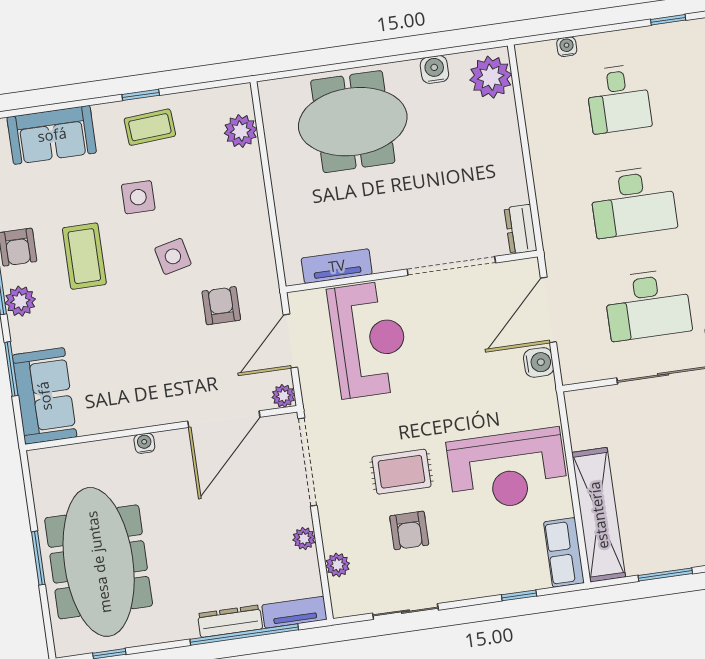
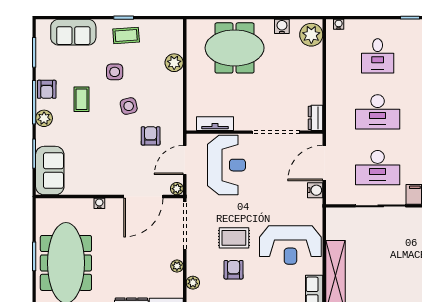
water cooler: (567, 47) -> (339, 24), moved
plant: (241, 131) -> (174, 63), moved
coffee table: (84, 256) -> (81, 99), width x0.73, depth x0.77
armchair: (409, 530) -> (234, 270), turned 180

